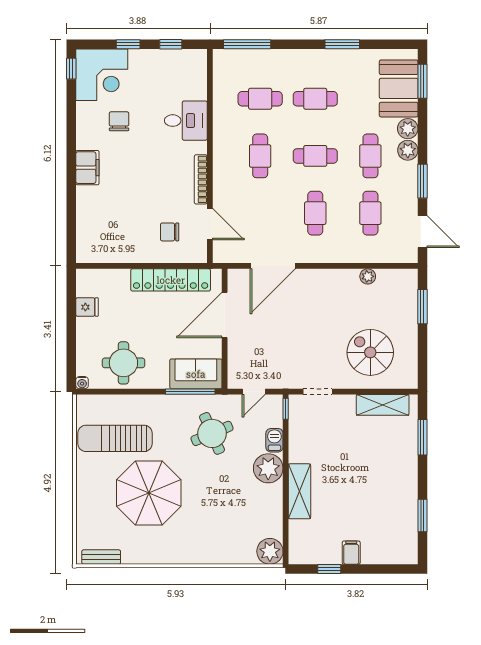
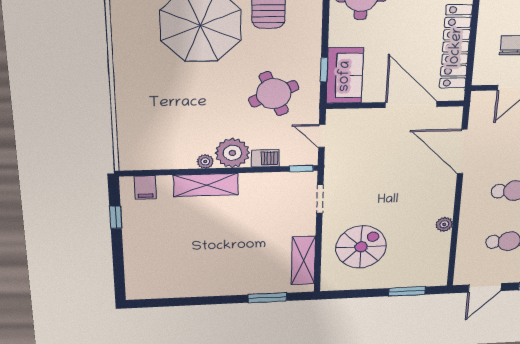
plant: (368, 276) -> (444, 224), moved
window: (190, 392) -> (324, 70), width x0.46
window: (422, 516) -> (181, 302), removed
plant: (270, 551) -> (205, 161), moved, width x0.53, depth x0.53
filing cabinet: (351, 553) -> (145, 187), moved, turned 90

